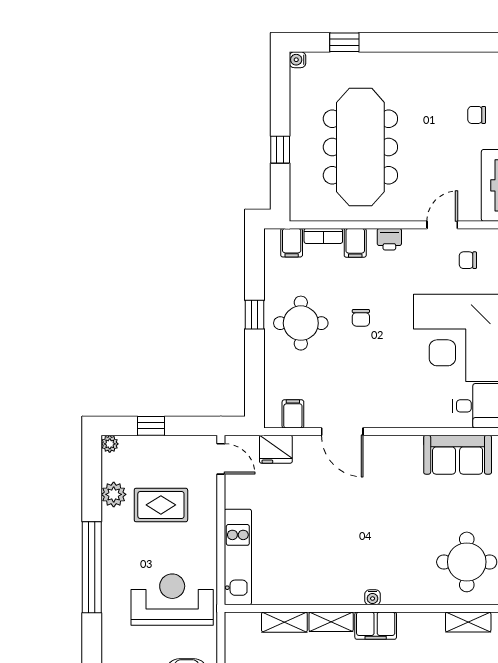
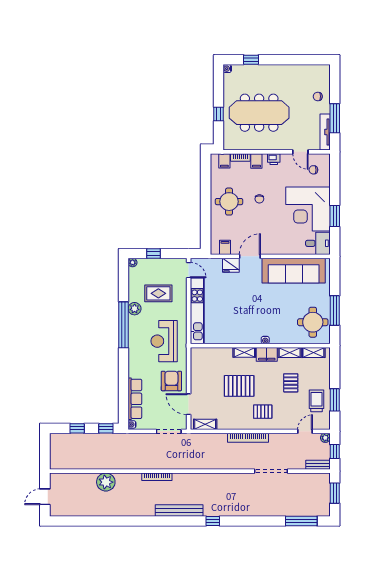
meeting table: (360, 147) -> (259, 113), turned 90
door: (442, 225) -> (300, 152), swing flipped
window: (255, 315) -> (206, 197), removed
door: (342, 432) -> (250, 256), swing flipped
fridge: (276, 449) -> (231, 265), moved
sofa: (458, 455) -> (294, 271), width x1.85, depth x1.27
plant: (114, 494) -> (135, 309), moved
kitchen unit: (238, 557) -> (197, 311), width x1.36
reception desk: (172, 600) -> (164, 341), turned -90
shelving: (284, 622) -> (290, 353), moved

